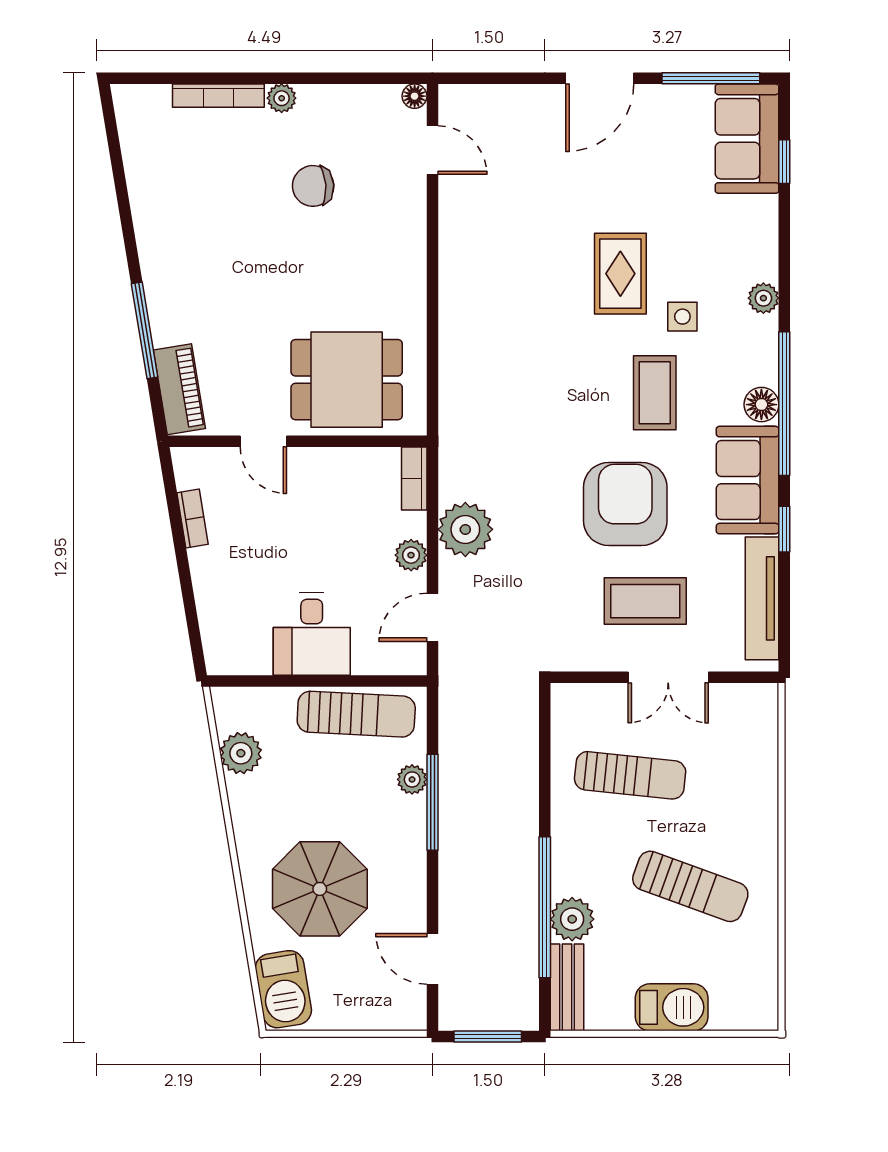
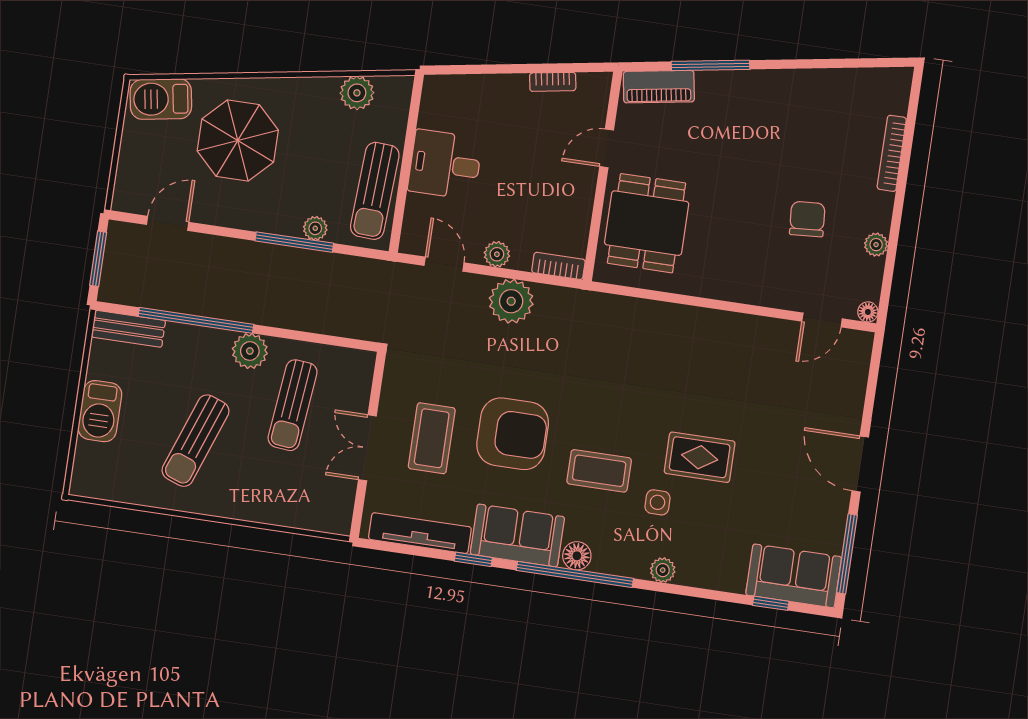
plant: (282, 98) -> (876, 245), moved
plant: (572, 919) -> (250, 351), moved

